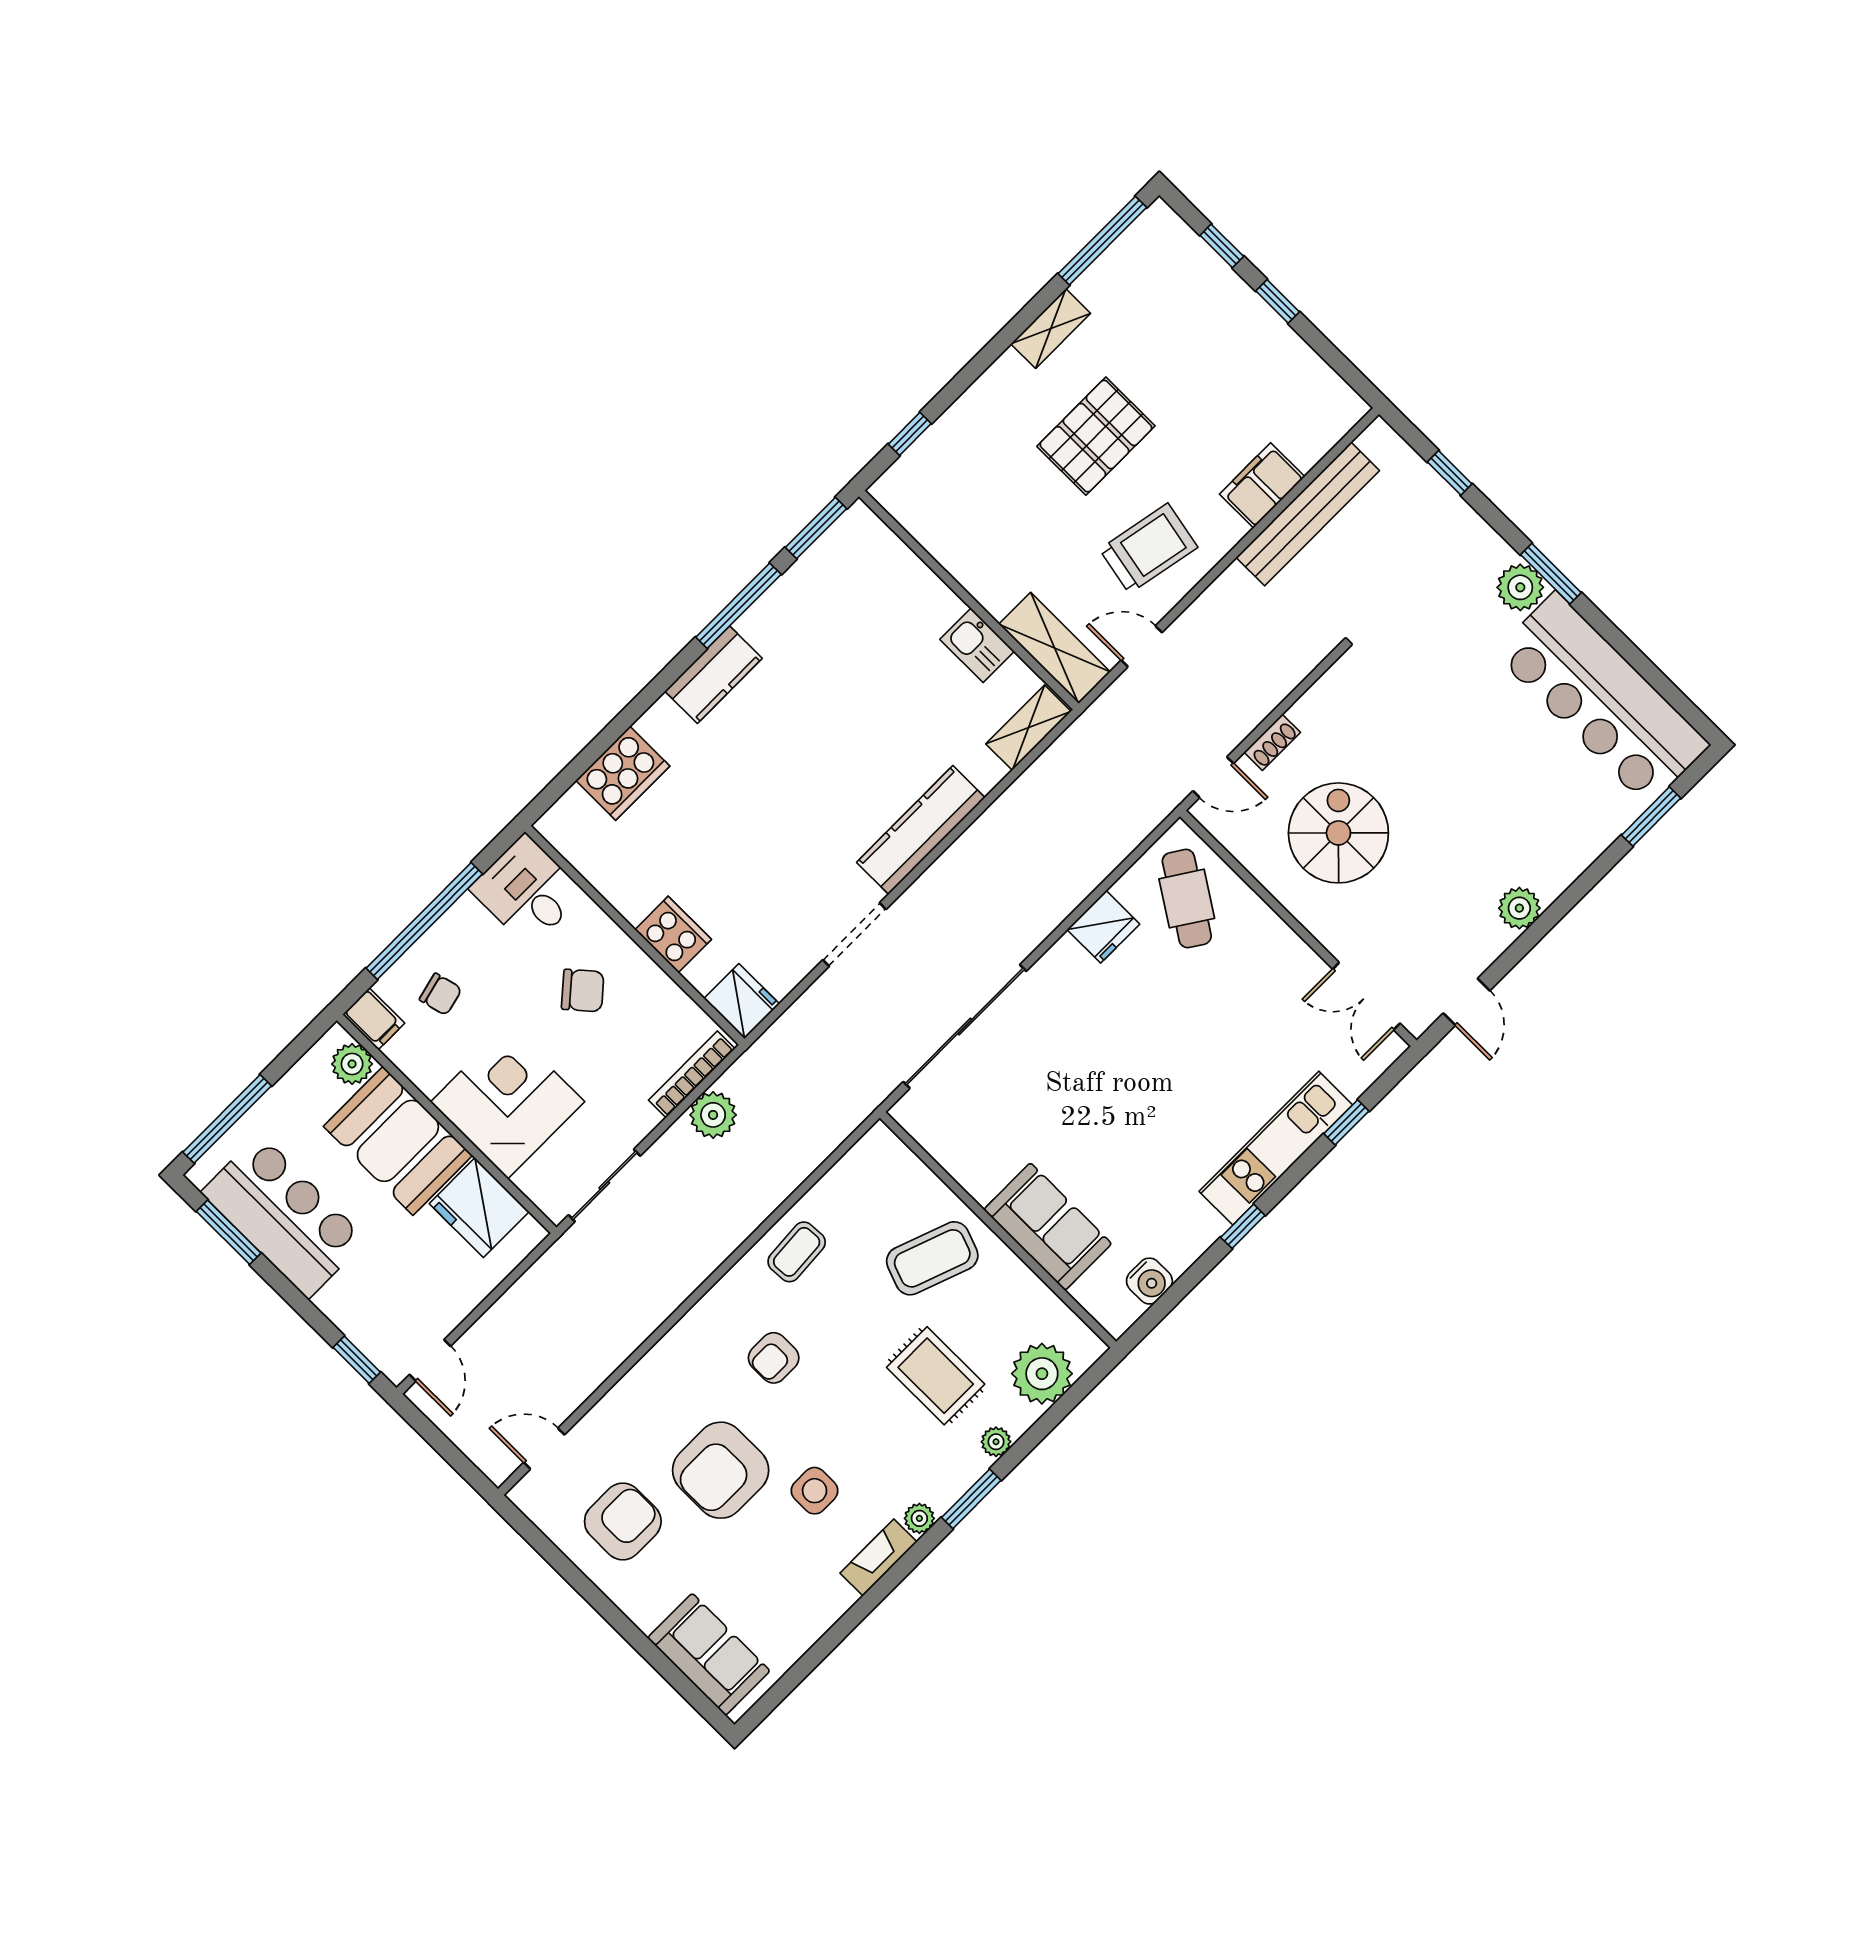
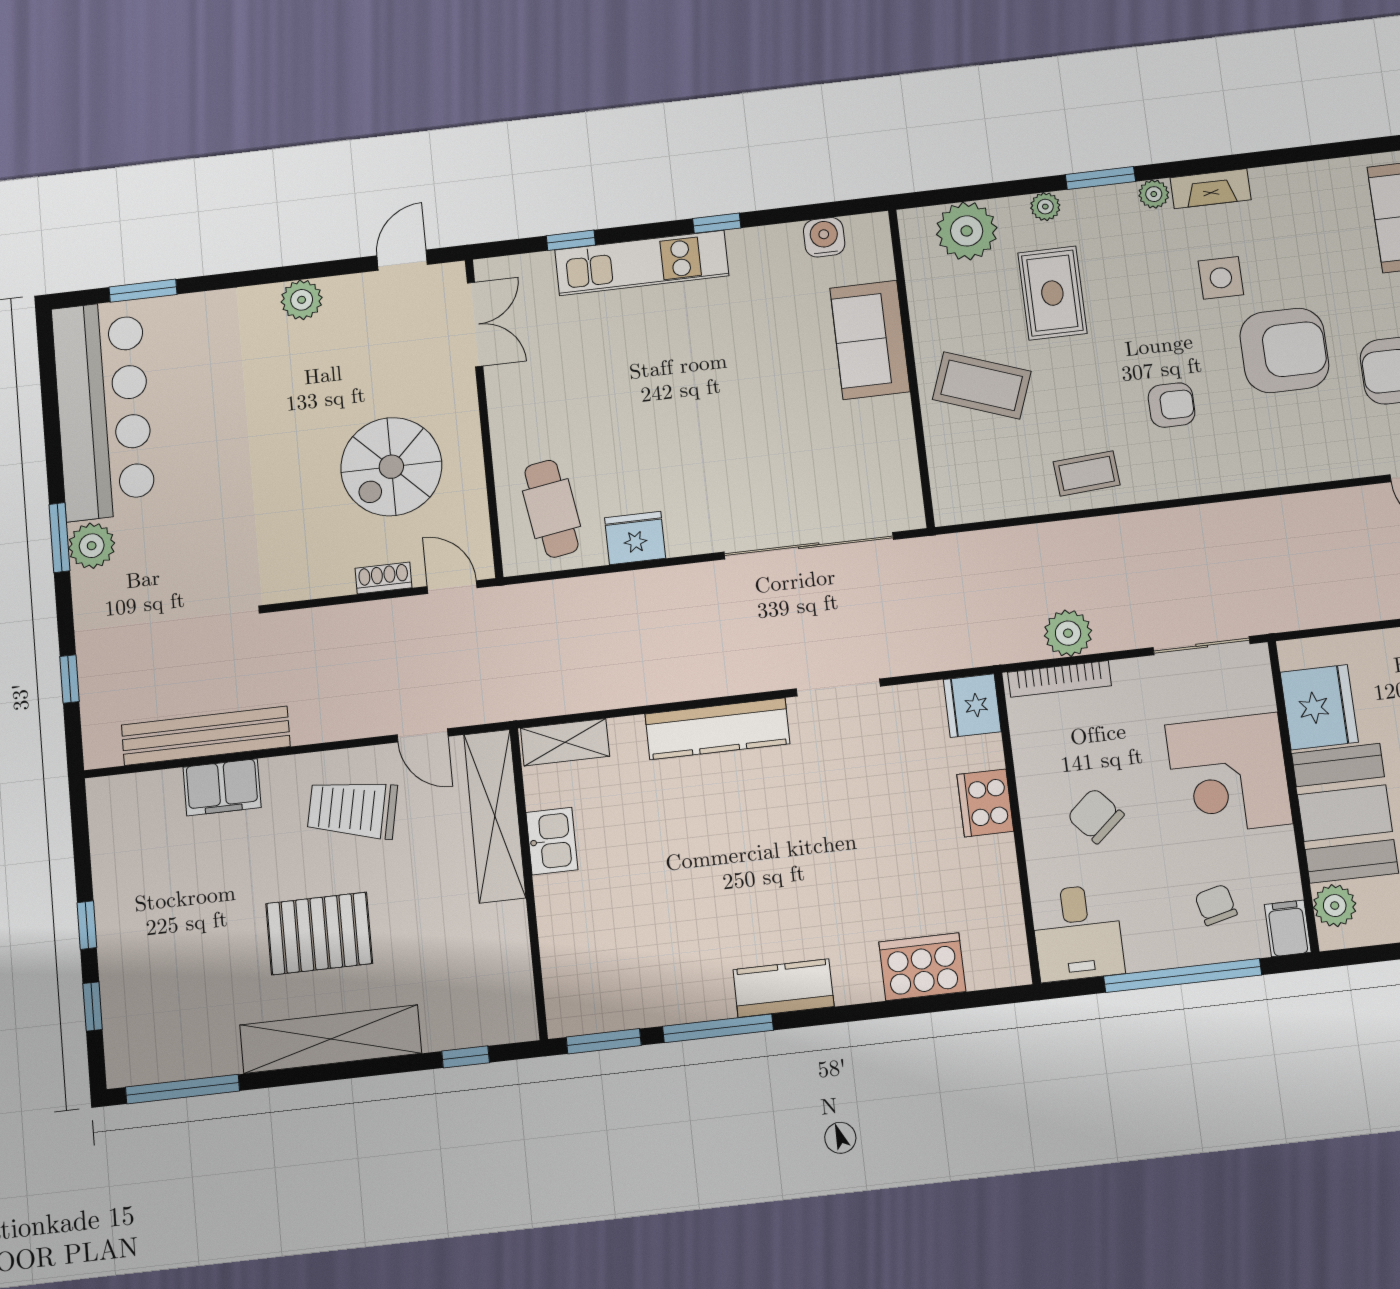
shelving: (1051, 329) -> (331, 1039), width x2.20, depth x1.33
shelving: (1055, 648) -> (495, 816), width x1.47
cafe table: (1187, 899) -> (551, 509), turned -42

